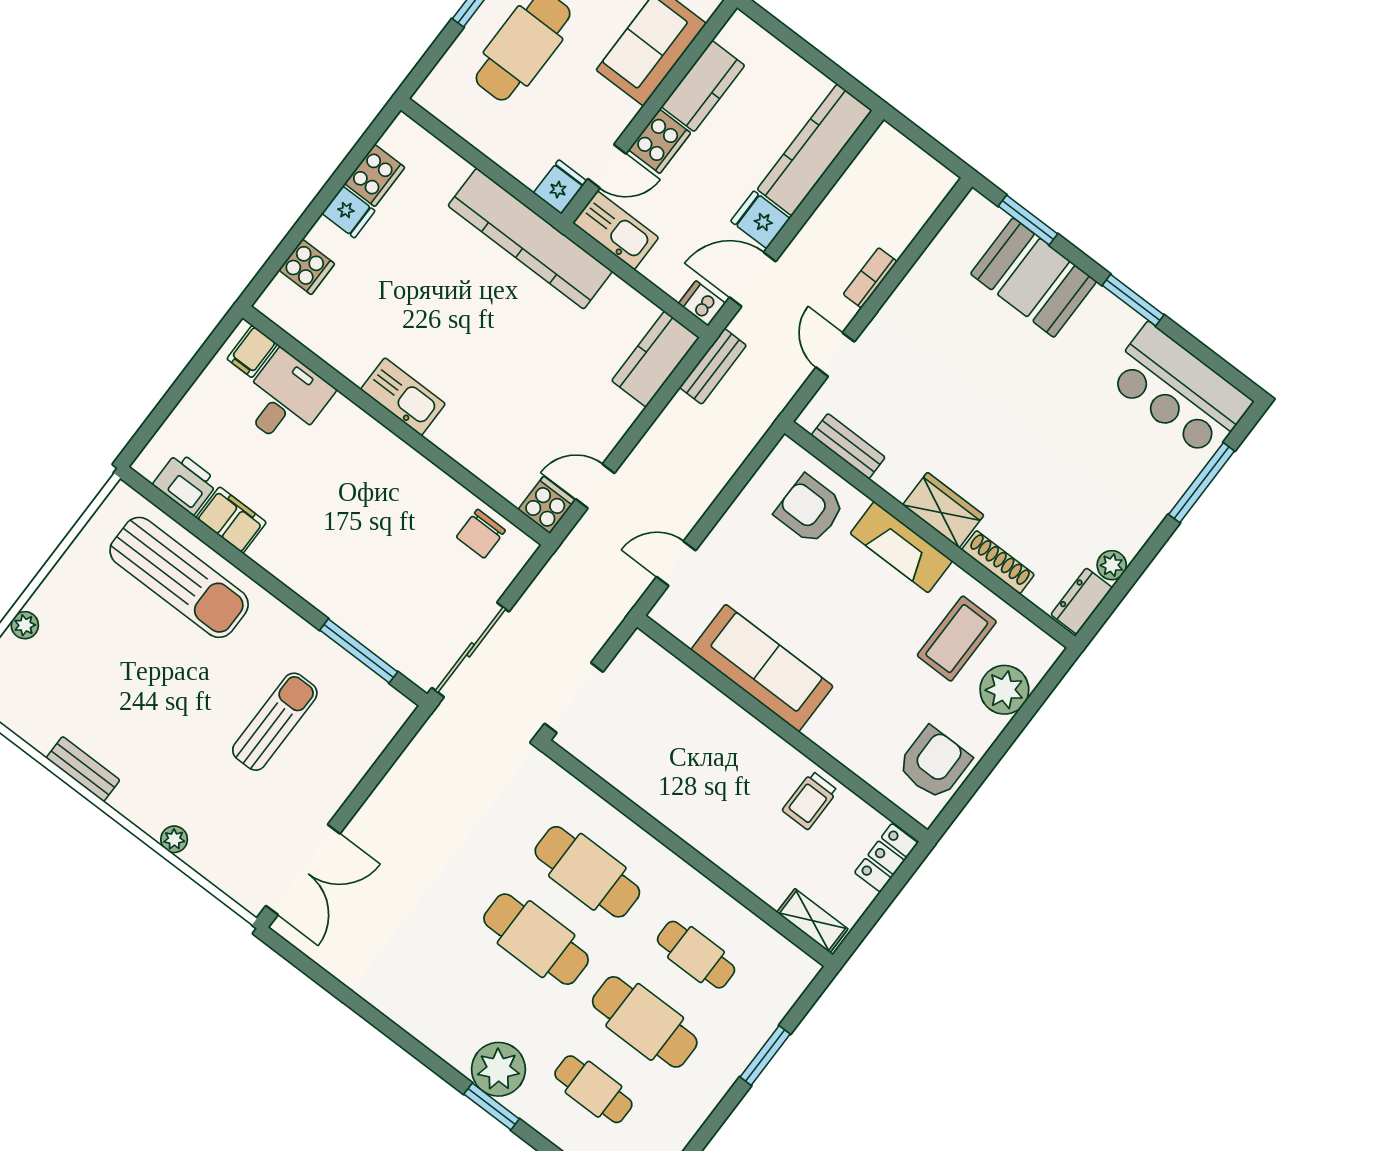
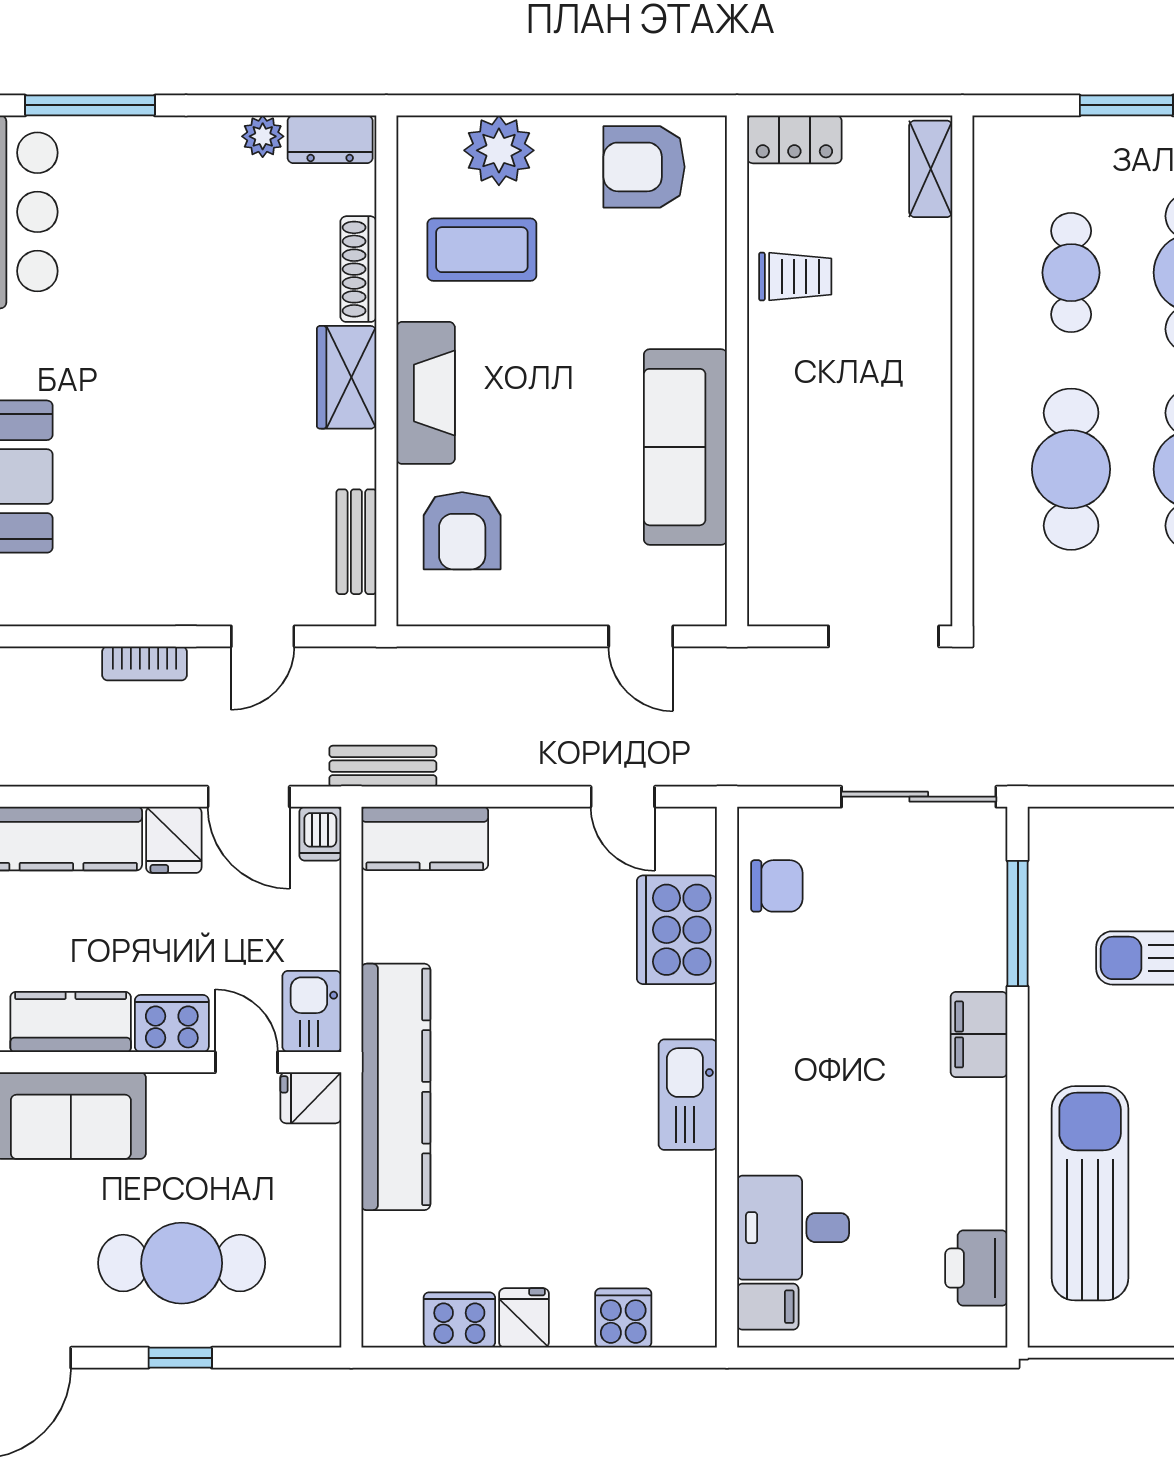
kitchen sink: (616, 230) -> (312, 1011), width x0.73
cooker: (547, 505) -> (677, 930), moved, width x1.87, depth x1.31
filing cabinet: (231, 520) -> (979, 1034), moved

